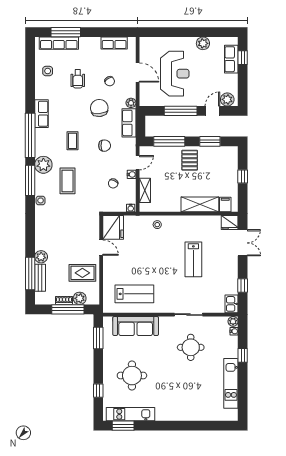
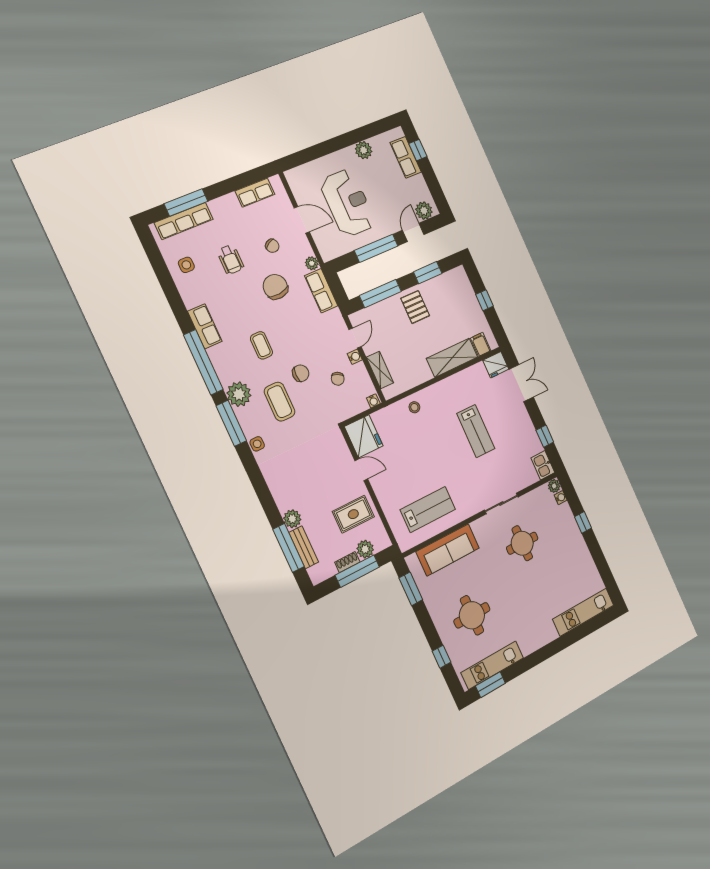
chair: (105, 146) -> (301, 373), moved
kitchen unit: (231, 383) -> (583, 612), moved, turned 90

